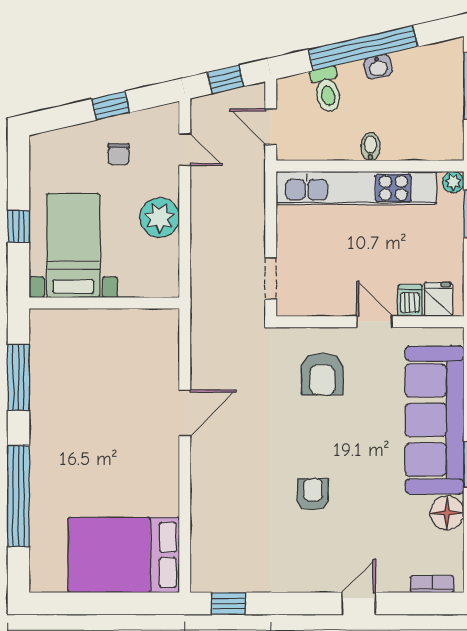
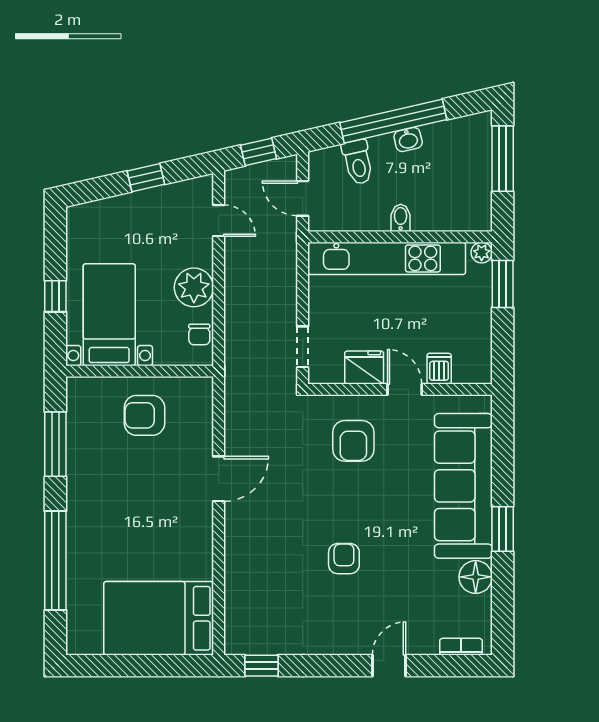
chair: (119, 154) -> (199, 334), moved
fridge: (438, 299) -> (364, 368), moved, width x1.38
armchair: (109, 348) -> (144, 415), added

